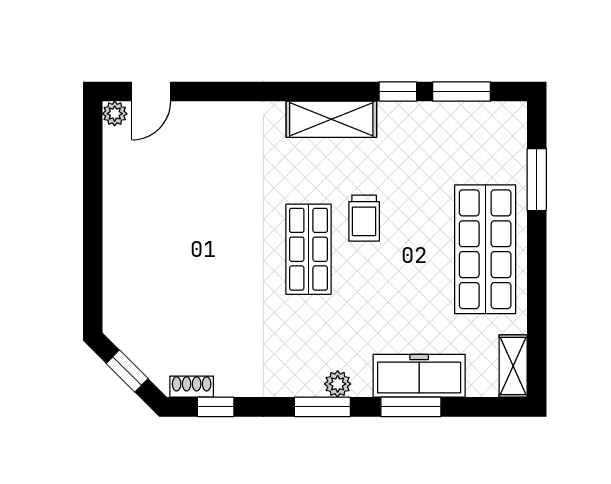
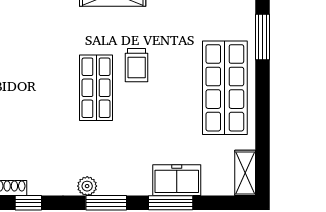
freezer: (419, 376) -> (177, 180), width x0.71
plant: (338, 384) -> (87, 186), moved

